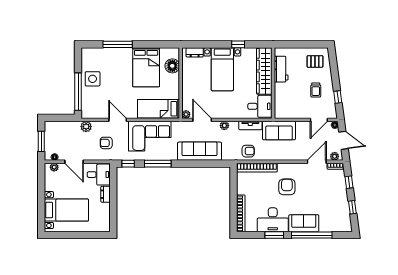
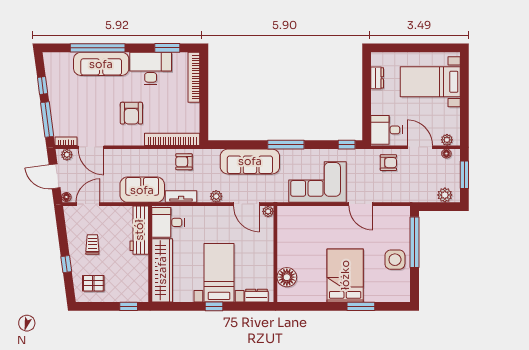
window: (118, 44) -> (361, 306), width x0.69
window: (238, 44) -> (214, 306), moved
window: (289, 44) -> (129, 306), added
bed: (146, 67) -> (345, 275), moved
workbench: (281, 69) -> (139, 230), moved, width x1.38
window: (338, 97) -> (66, 264), moved
bed: (159, 109) -> (305, 219), removed
plant: (86, 127) -> (445, 195), moved
armchair: (106, 143) -> (388, 163), moved
door: (317, 162) -> (91, 147), hinge flipped
window: (158, 164) -> (286, 145), moved
window: (349, 182) -> (47, 119), width x2.17
dresser: (106, 194) -> (377, 78), moved
sofa: (304, 223) -> (101, 64), width x1.36
window: (274, 235) -> (167, 48), moved

